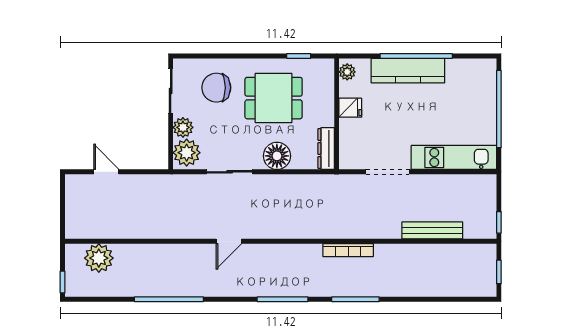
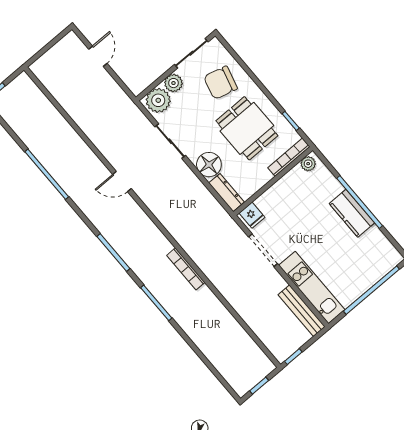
kitchen counter: (408, 71) -> (352, 213), width x0.67
bookcase: (328, 84) -> (289, 157), added
chair: (216, 88) -> (220, 83), turned -75
fridge: (350, 108) -> (252, 215), moved
dresser: (326, 149) -> (226, 193), moved, turned 90
bench: (432, 230) -> (302, 311), moved
plant: (99, 258) -> (34, 102), removed

